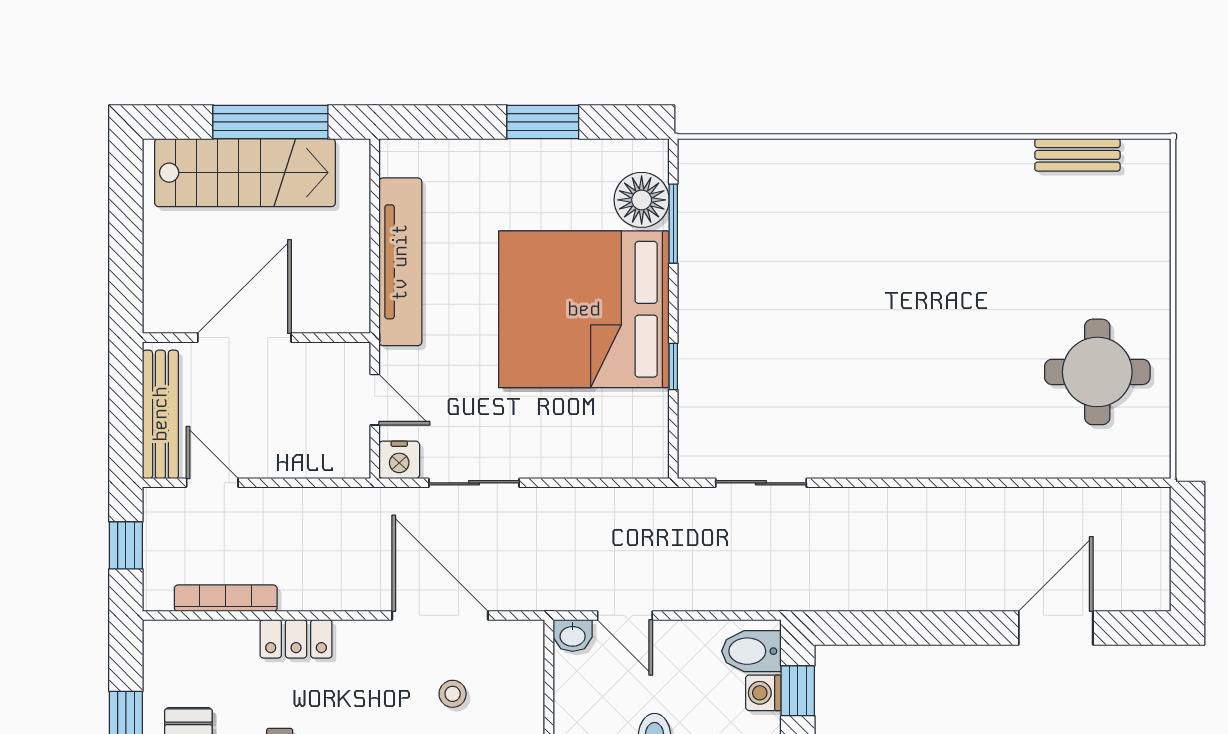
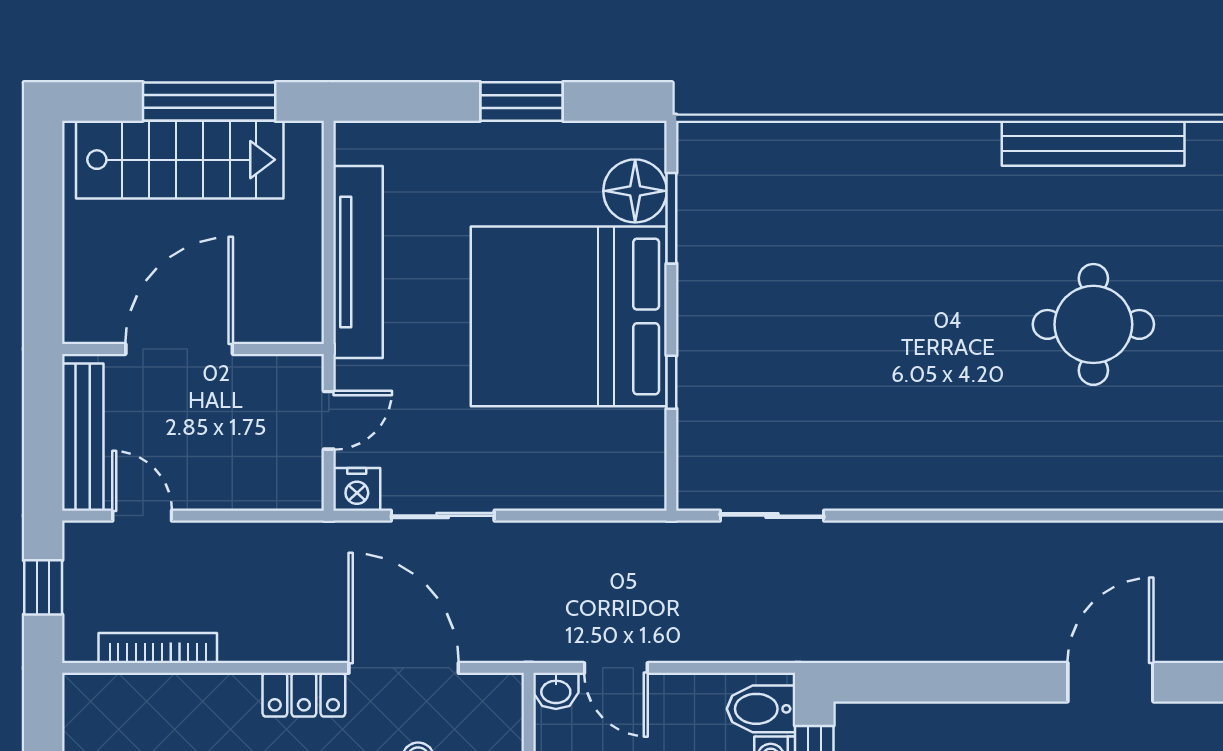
bench: (1077, 155) -> (1093, 143), width x1.86, depth x1.21
round table: (1097, 372) -> (1093, 324), moved
door: (375, 400) -> (329, 420), hinge flipped
locker: (296, 639) -> (304, 695), moved

